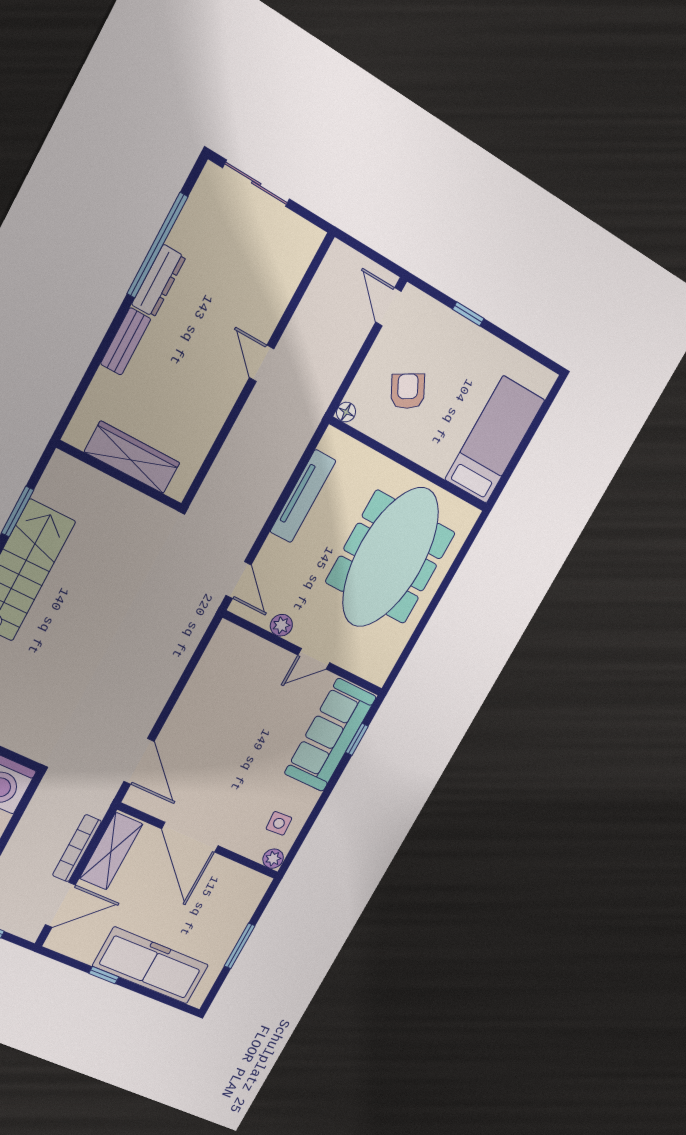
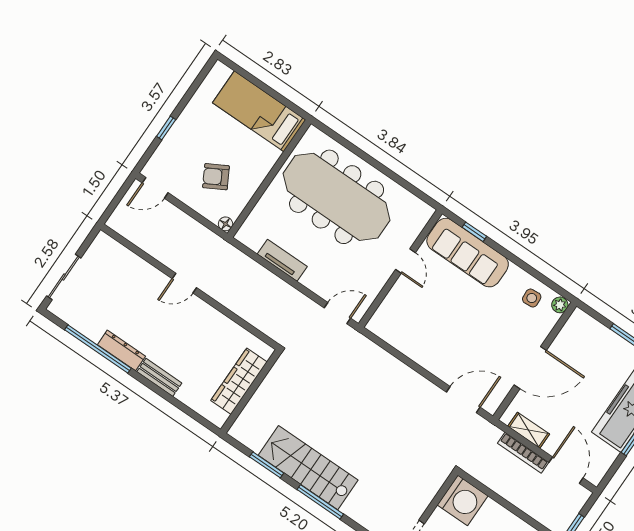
tv unit: (303, 496) -> (282, 260), width x0.71
plant: (281, 625) -> (376, 284), removed
shelving: (111, 851) -> (529, 430), width x0.67, depth x0.75

